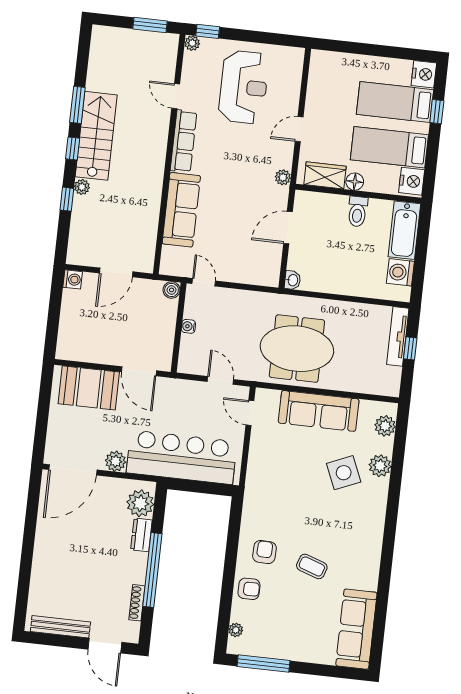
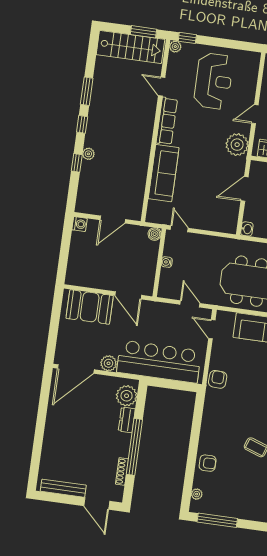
stairs: (96, 136) -> (130, 47), moved, turned 90
plant: (283, 177) -> (237, 145), width x1.87, depth x1.87
armchair: (264, 552) -> (218, 379), moved

